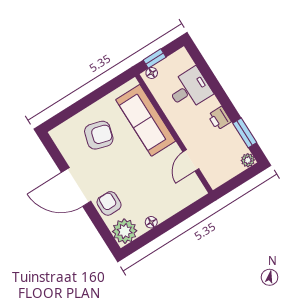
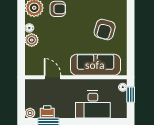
desk: (190, 89) -> (93, 105), width x1.37
printer: (219, 118) -> (47, 112), moved
plant: (163, 211) -> (32, 40), added

